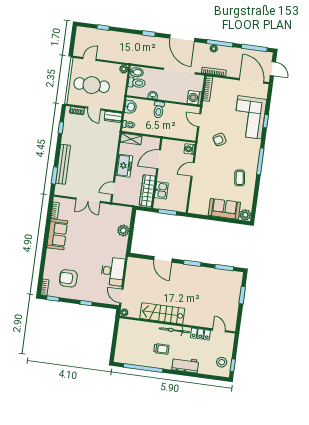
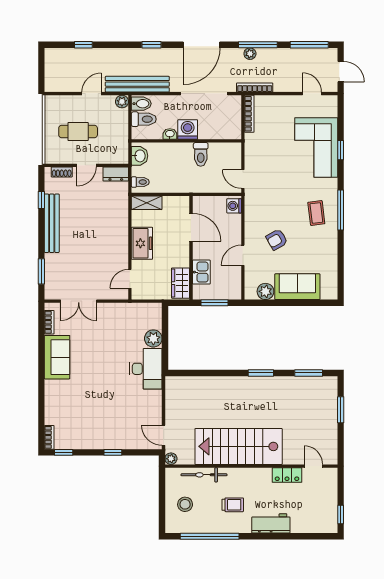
door: (182, 38) -> (202, 45), hinge flipped
door: (90, 59) -> (92, 94), moved
bench: (136, 59) -> (137, 84), added
door: (252, 81) -> (312, 94), width x0.53
cafe table: (92, 85) -> (78, 131), width x0.73, depth x0.74
washing machine: (195, 98) -> (188, 130), moved, turned 90
door: (94, 108) -> (86, 165), hinge flipped
toilet: (159, 110) -> (201, 154), moved
door: (199, 120) -> (243, 179), moved
armchair: (220, 139) -> (277, 240), moved
door: (159, 159) -> (191, 227), swing flipped
bench: (63, 164) -> (52, 223), moved
door: (193, 170) -> (243, 255), moved
coffee table: (240, 178) -> (316, 213), moved
wardrobe: (147, 191) -> (181, 283), width x0.67
double door: (88, 200) -> (79, 301), moved
plant: (245, 215) -> (265, 291), moved
door: (163, 259) -> (217, 373), removed
desk: (113, 271) -> (146, 369), moved
armchair: (68, 278) -> (82, 420), removed
stairs: (162, 313) -> (239, 446), width x1.36, depth x1.51
bicycle: (174, 330) -> (204, 475), moved
stool: (222, 362) -> (185, 504), moved

